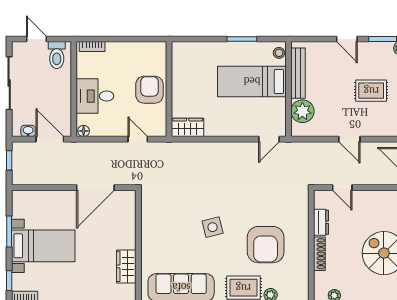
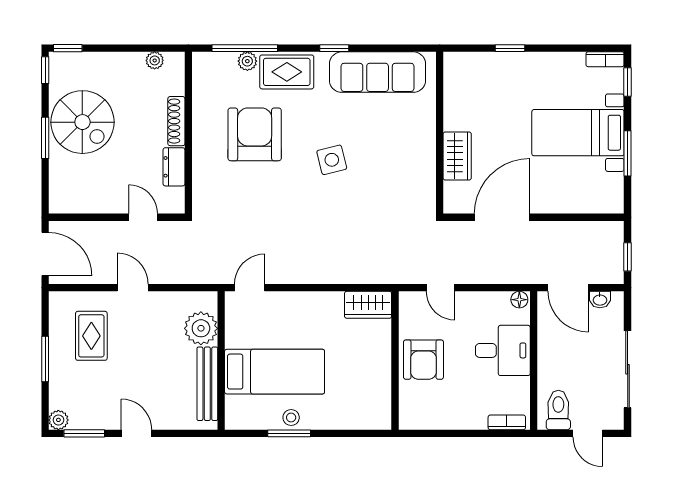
stool: (279, 53) -> (291, 417), moved
rug: (371, 91) -> (91, 336), moved, turned 90
wardrobe: (126, 266) -> (457, 156), moved

